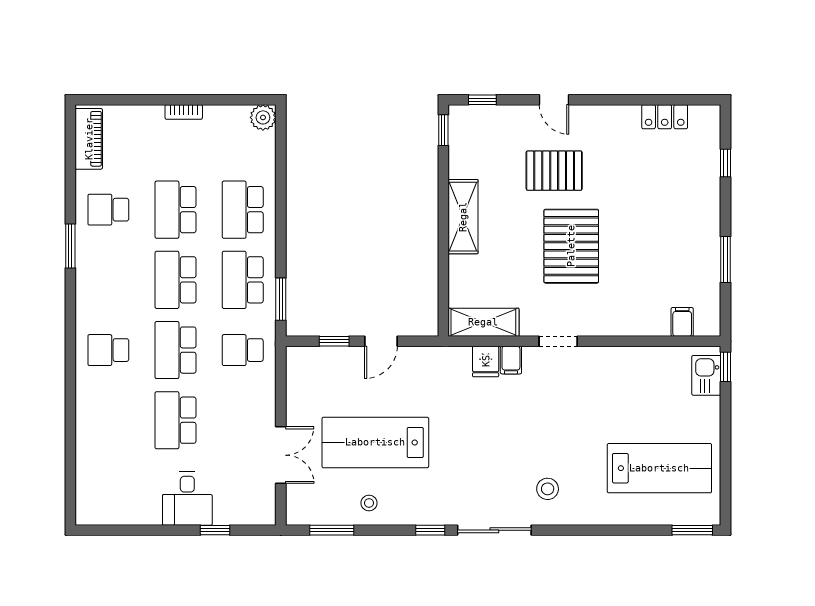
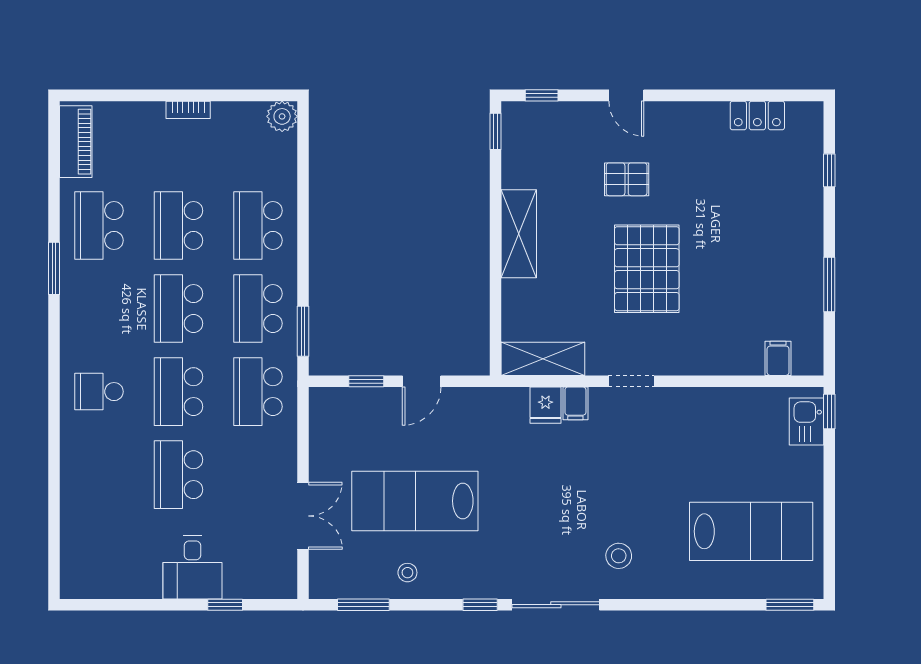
pallet: (554, 171) -> (627, 179), width x0.67, depth x0.71
school desk: (108, 210) -> (99, 225), width x1.85
school desk: (243, 350) -> (258, 392), width x1.85

